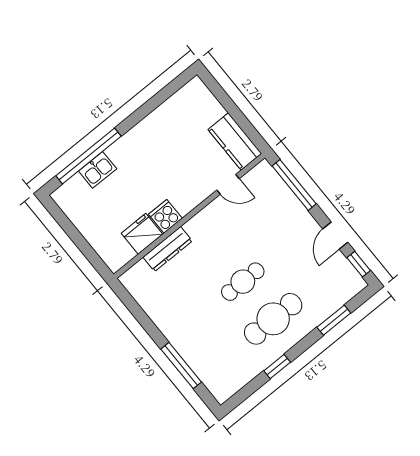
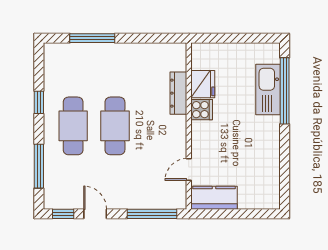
kitchen sink: (98, 170) -> (268, 89), width x1.87, depth x1.24
cafe table: (243, 282) -> (115, 126), width x1.37, depth x1.35
window: (334, 320) -> (39, 166), width x1.44

